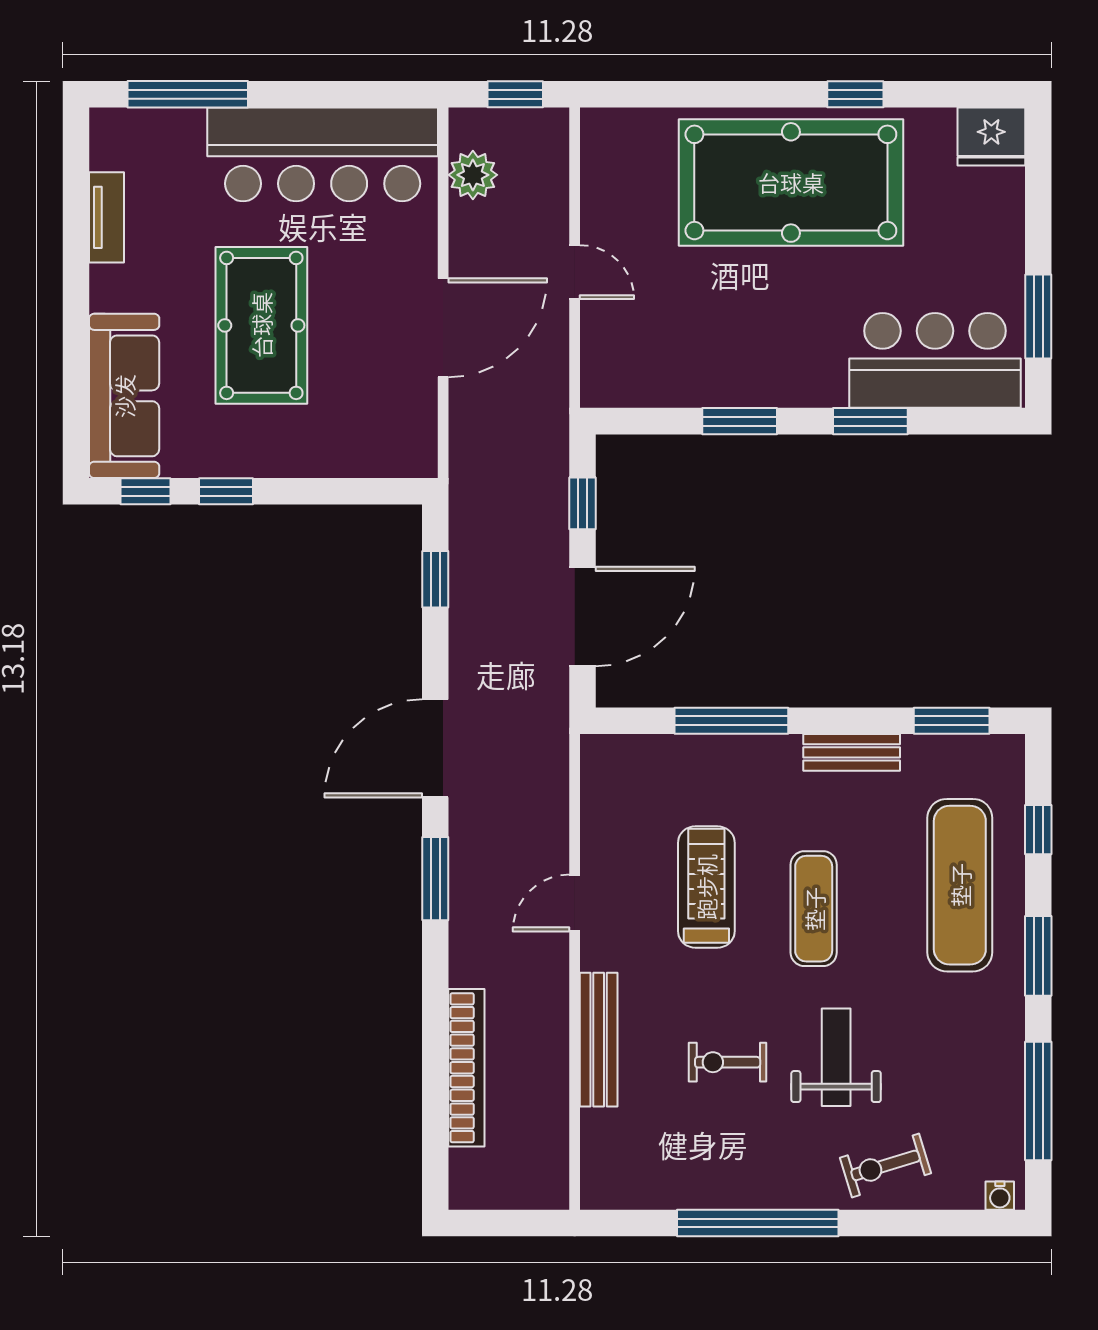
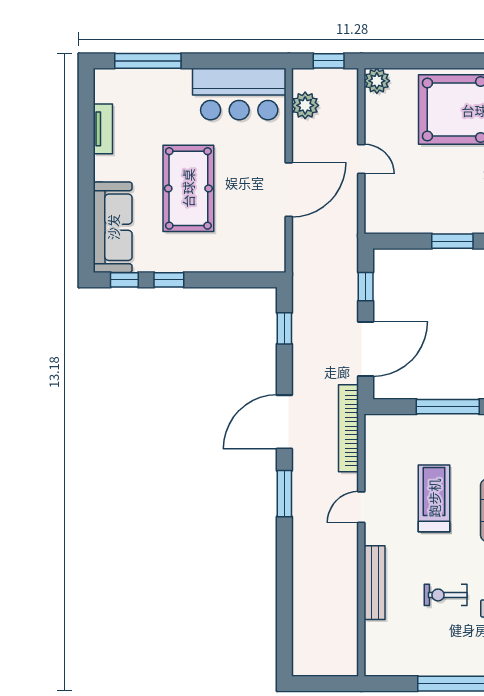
plant: (603, 130) -> (377, 81), added
bar counter: (323, 154) -> (239, 94), width x0.73
bookcase: (466, 1068) -> (348, 428), moved, turned 180

